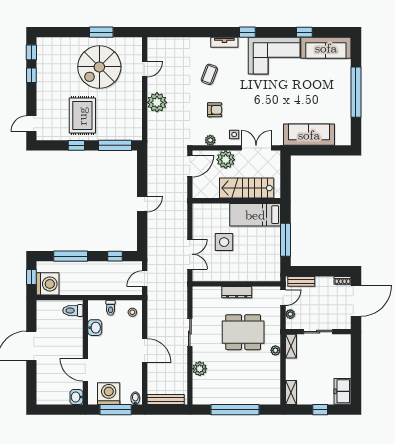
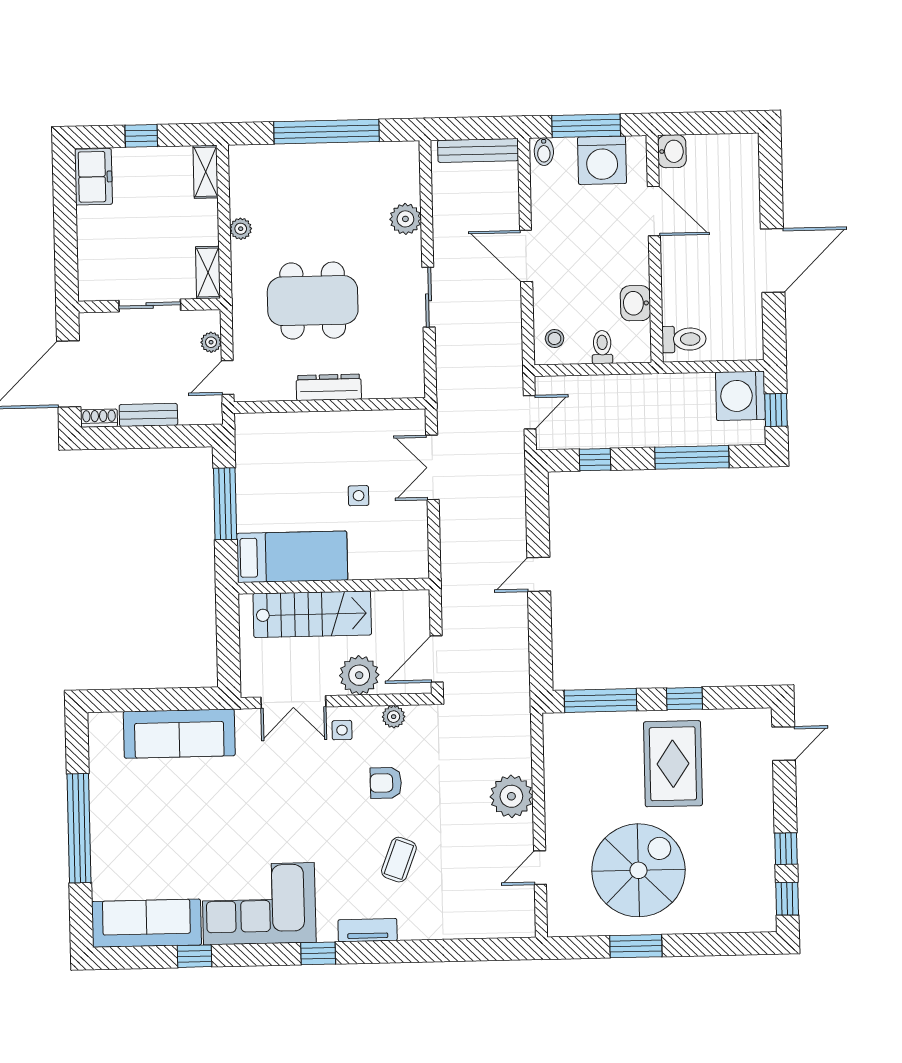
side table: (224, 242) -> (359, 496), width x0.54, depth x0.54
bench: (301, 281) -> (148, 415), moved
plant: (275, 350) -> (241, 229), moved

